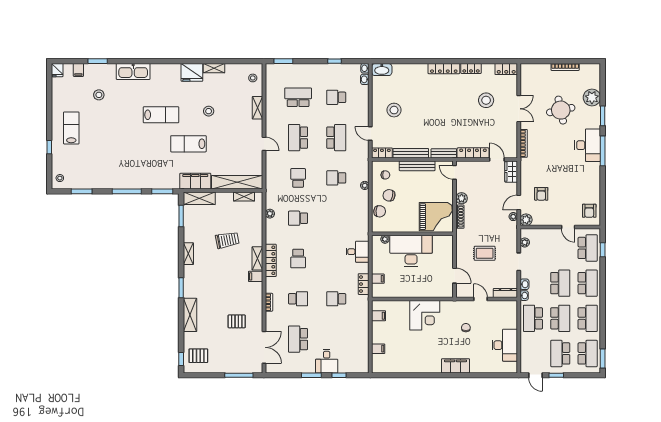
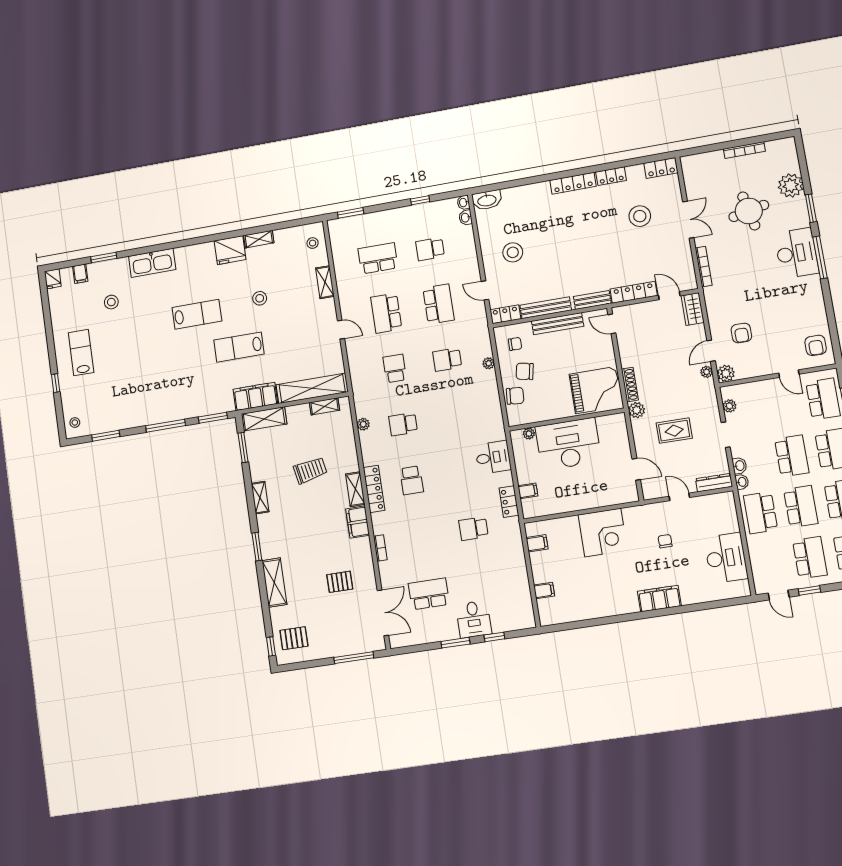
plant: (462, 198) -> (637, 410), moved
filing cabinet: (256, 276) -> (358, 522), width x2.00
school desk: (298, 299) -> (420, 537), removed
school desk: (298, 339) -> (429, 594), turned 90
school desk: (560, 353) -> (810, 558), turned 180

